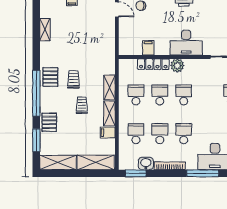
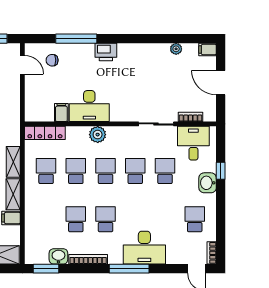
desk: (186, 43) -> (89, 106), moved
locker: (153, 64) -> (45, 133), moved
school desk: (136, 134) -> (135, 171), moved

